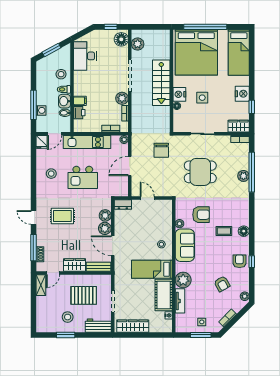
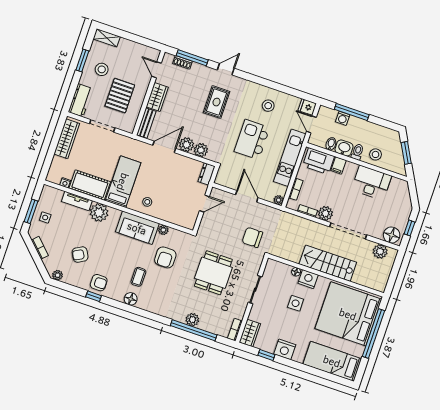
desk: (85, 56) -> (371, 183), moved
printer: (79, 113) -> (319, 161), width x1.87, depth x1.48
shelving: (41, 285) -> (107, 38), moved

